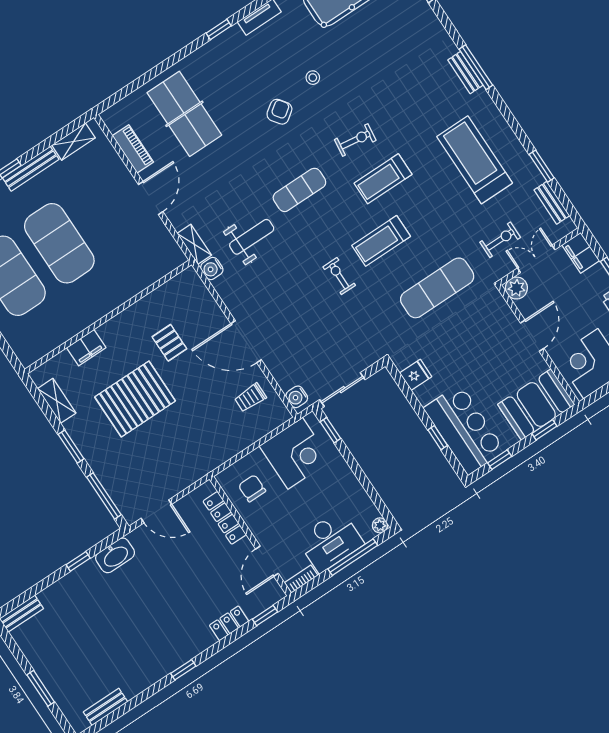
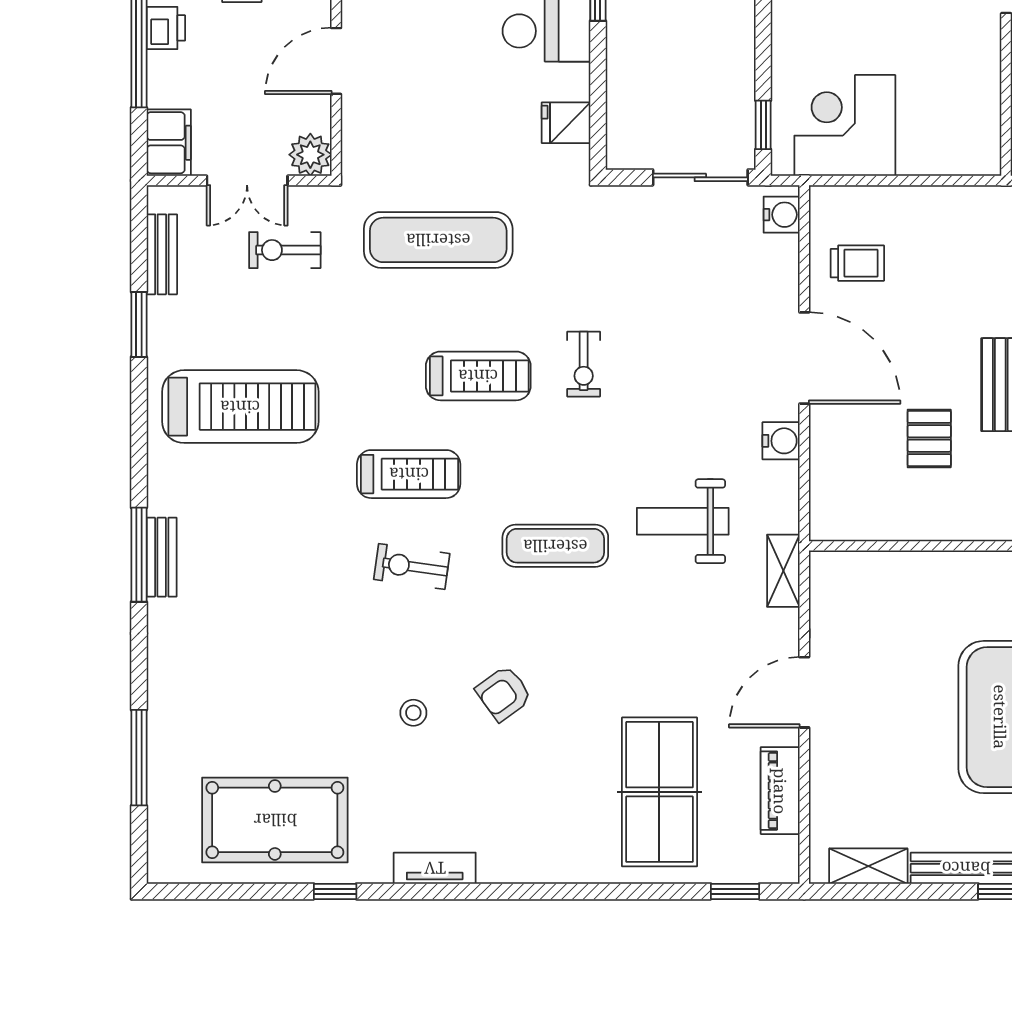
window: (219, 29) -> (735, 891), moved
treadmill: (475, 160) -> (240, 407), turned -90
water cooler: (212, 268) -> (781, 441), moved
chair: (252, 488) -> (952, 115), removed

